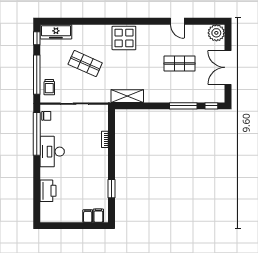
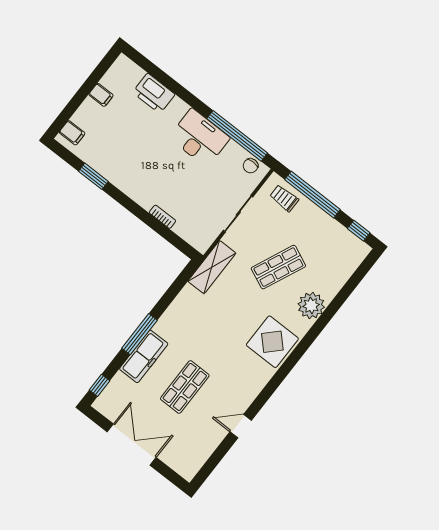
freezer: (56, 32) -> (144, 356), moved, turned 180
plant: (216, 33) -> (311, 306), moved
shelving: (127, 96) -> (212, 267), moved
window: (183, 106) -> (139, 334), moved
filing cabinet: (88, 216) -> (101, 95), moved

